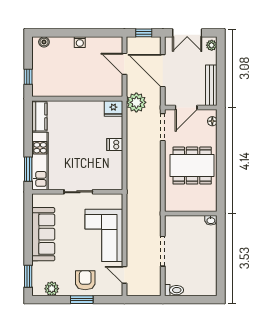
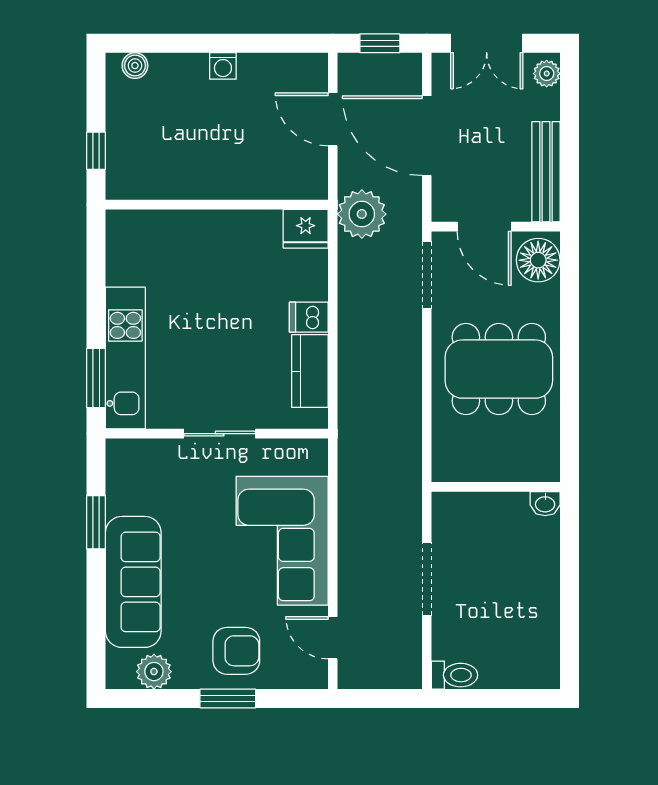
door: (186, 108) -> (484, 227), hinge flipped
kitchen counter: (39, 116) -> (310, 371), moved, turned 180
floor lamp: (212, 121) -> (538, 260), width x1.89, depth x1.89
sofa: (43, 234) -> (133, 582), moved
window: (28, 276) -> (96, 522), moved
armchair: (85, 280) -> (236, 651), turned 90

